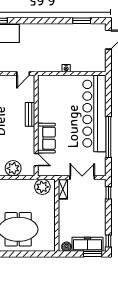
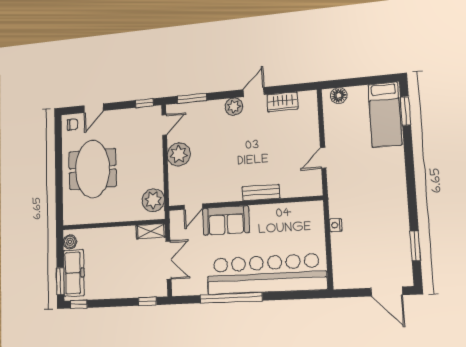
door: (23, 73) -> (323, 158), hinge flipped
bench: (30, 114) -> (261, 193), moved
wall: (36, 126) -> (244, 203), moved
sofa: (46, 138) -> (226, 220), moved
door: (36, 160) -> (193, 207), moved

